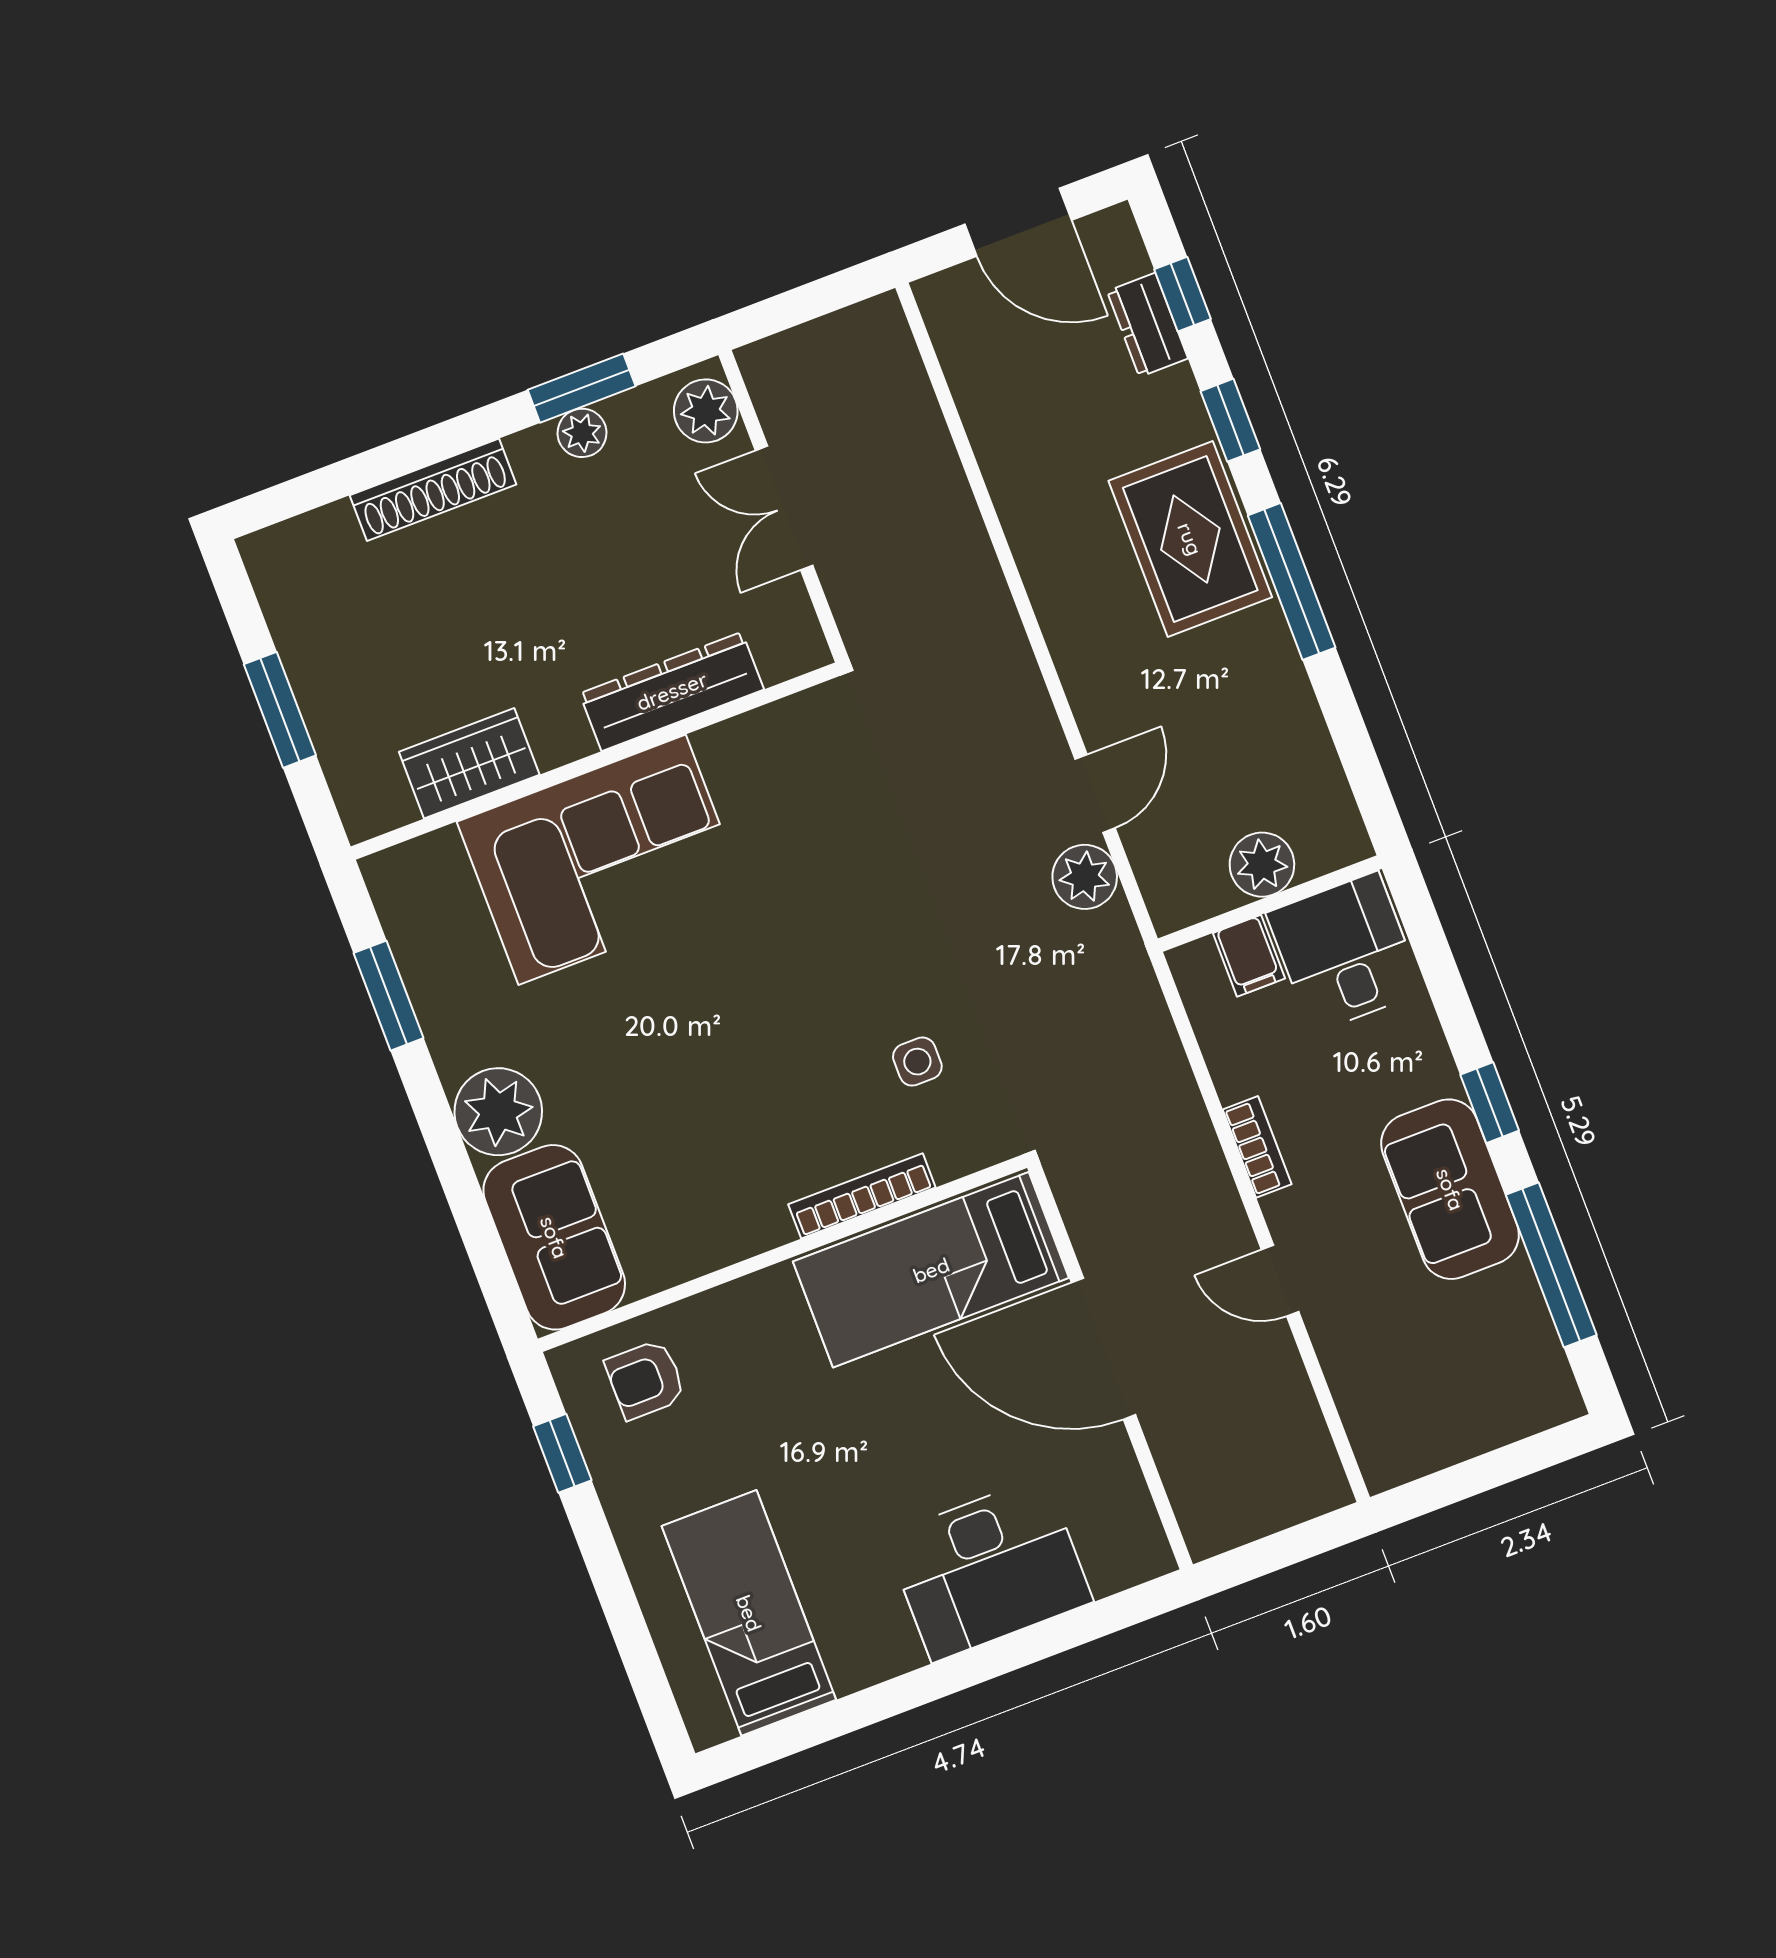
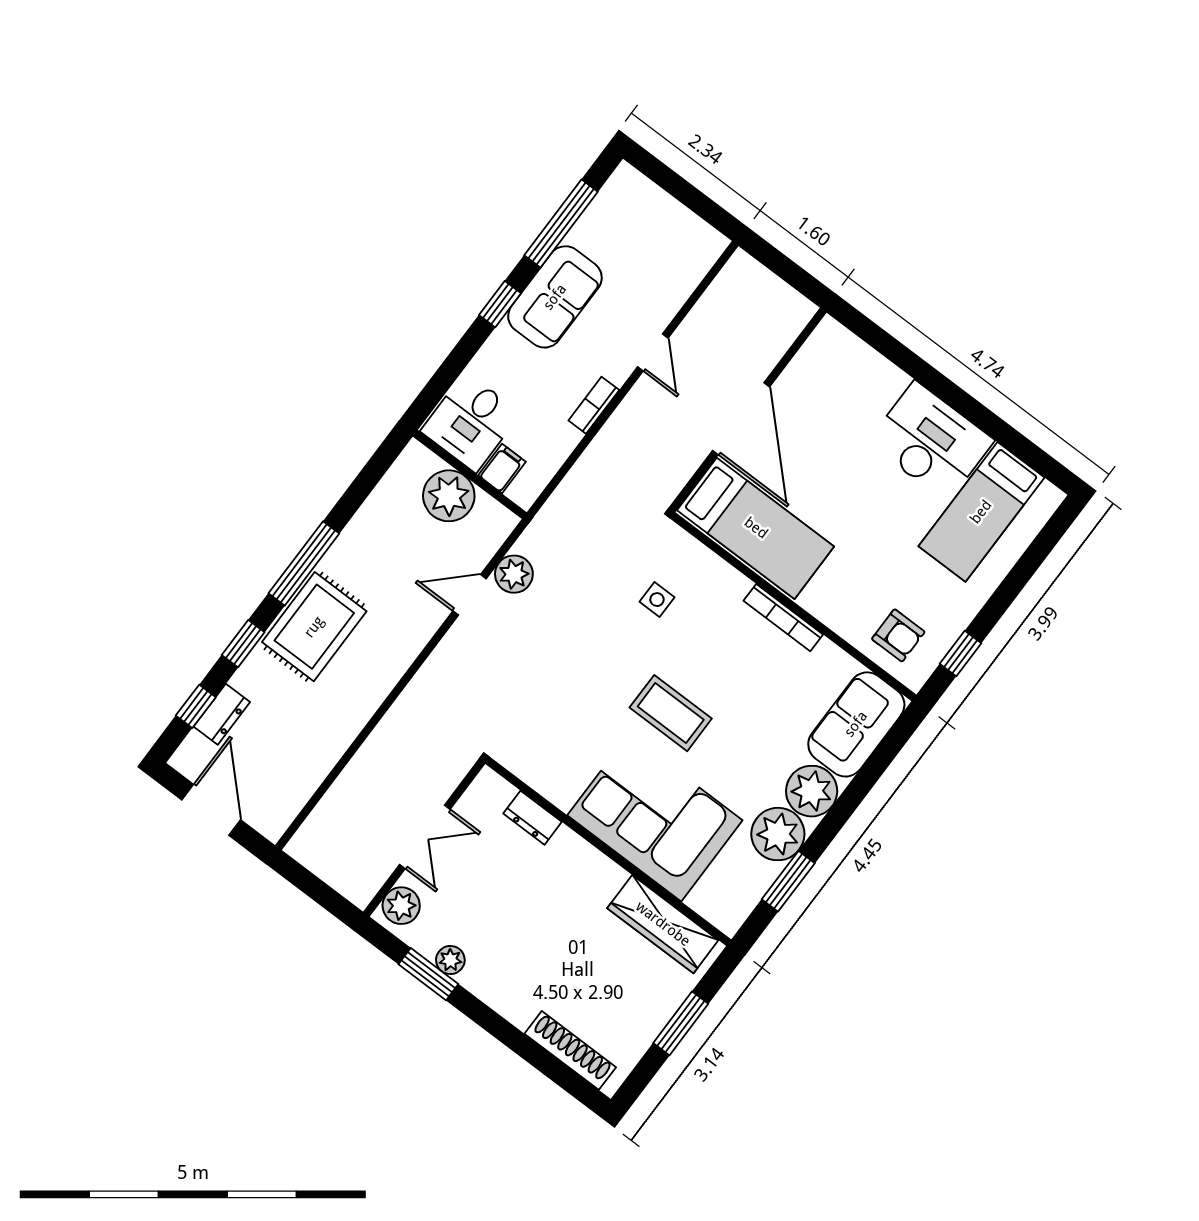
shoe rack: (433, 490) -> (570, 1050), moved
dresser: (672, 691) -> (533, 818), width x0.51, depth x0.80
wardrobe: (469, 763) -> (663, 924), width x1.50
plant: (1262, 865) -> (449, 496), width x1.36, depth x1.36
coffee table: (740, 978) -> (671, 713), added
plant: (466, 1023) -> (778, 834), added
bookcase: (862, 1196) -> (783, 618), moved
desk: (989, 1569) -> (931, 441), moved

